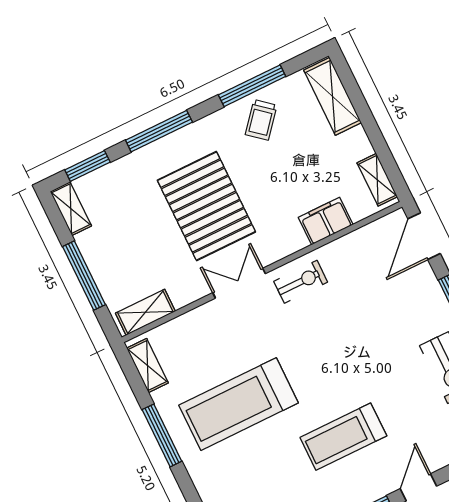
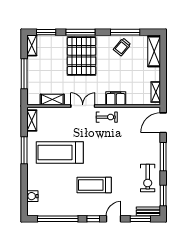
pallet: (206, 206) -> (82, 56), moved
filing cabinet: (326, 221) -> (116, 98), moved
shelving: (145, 312) -> (52, 100), moved

